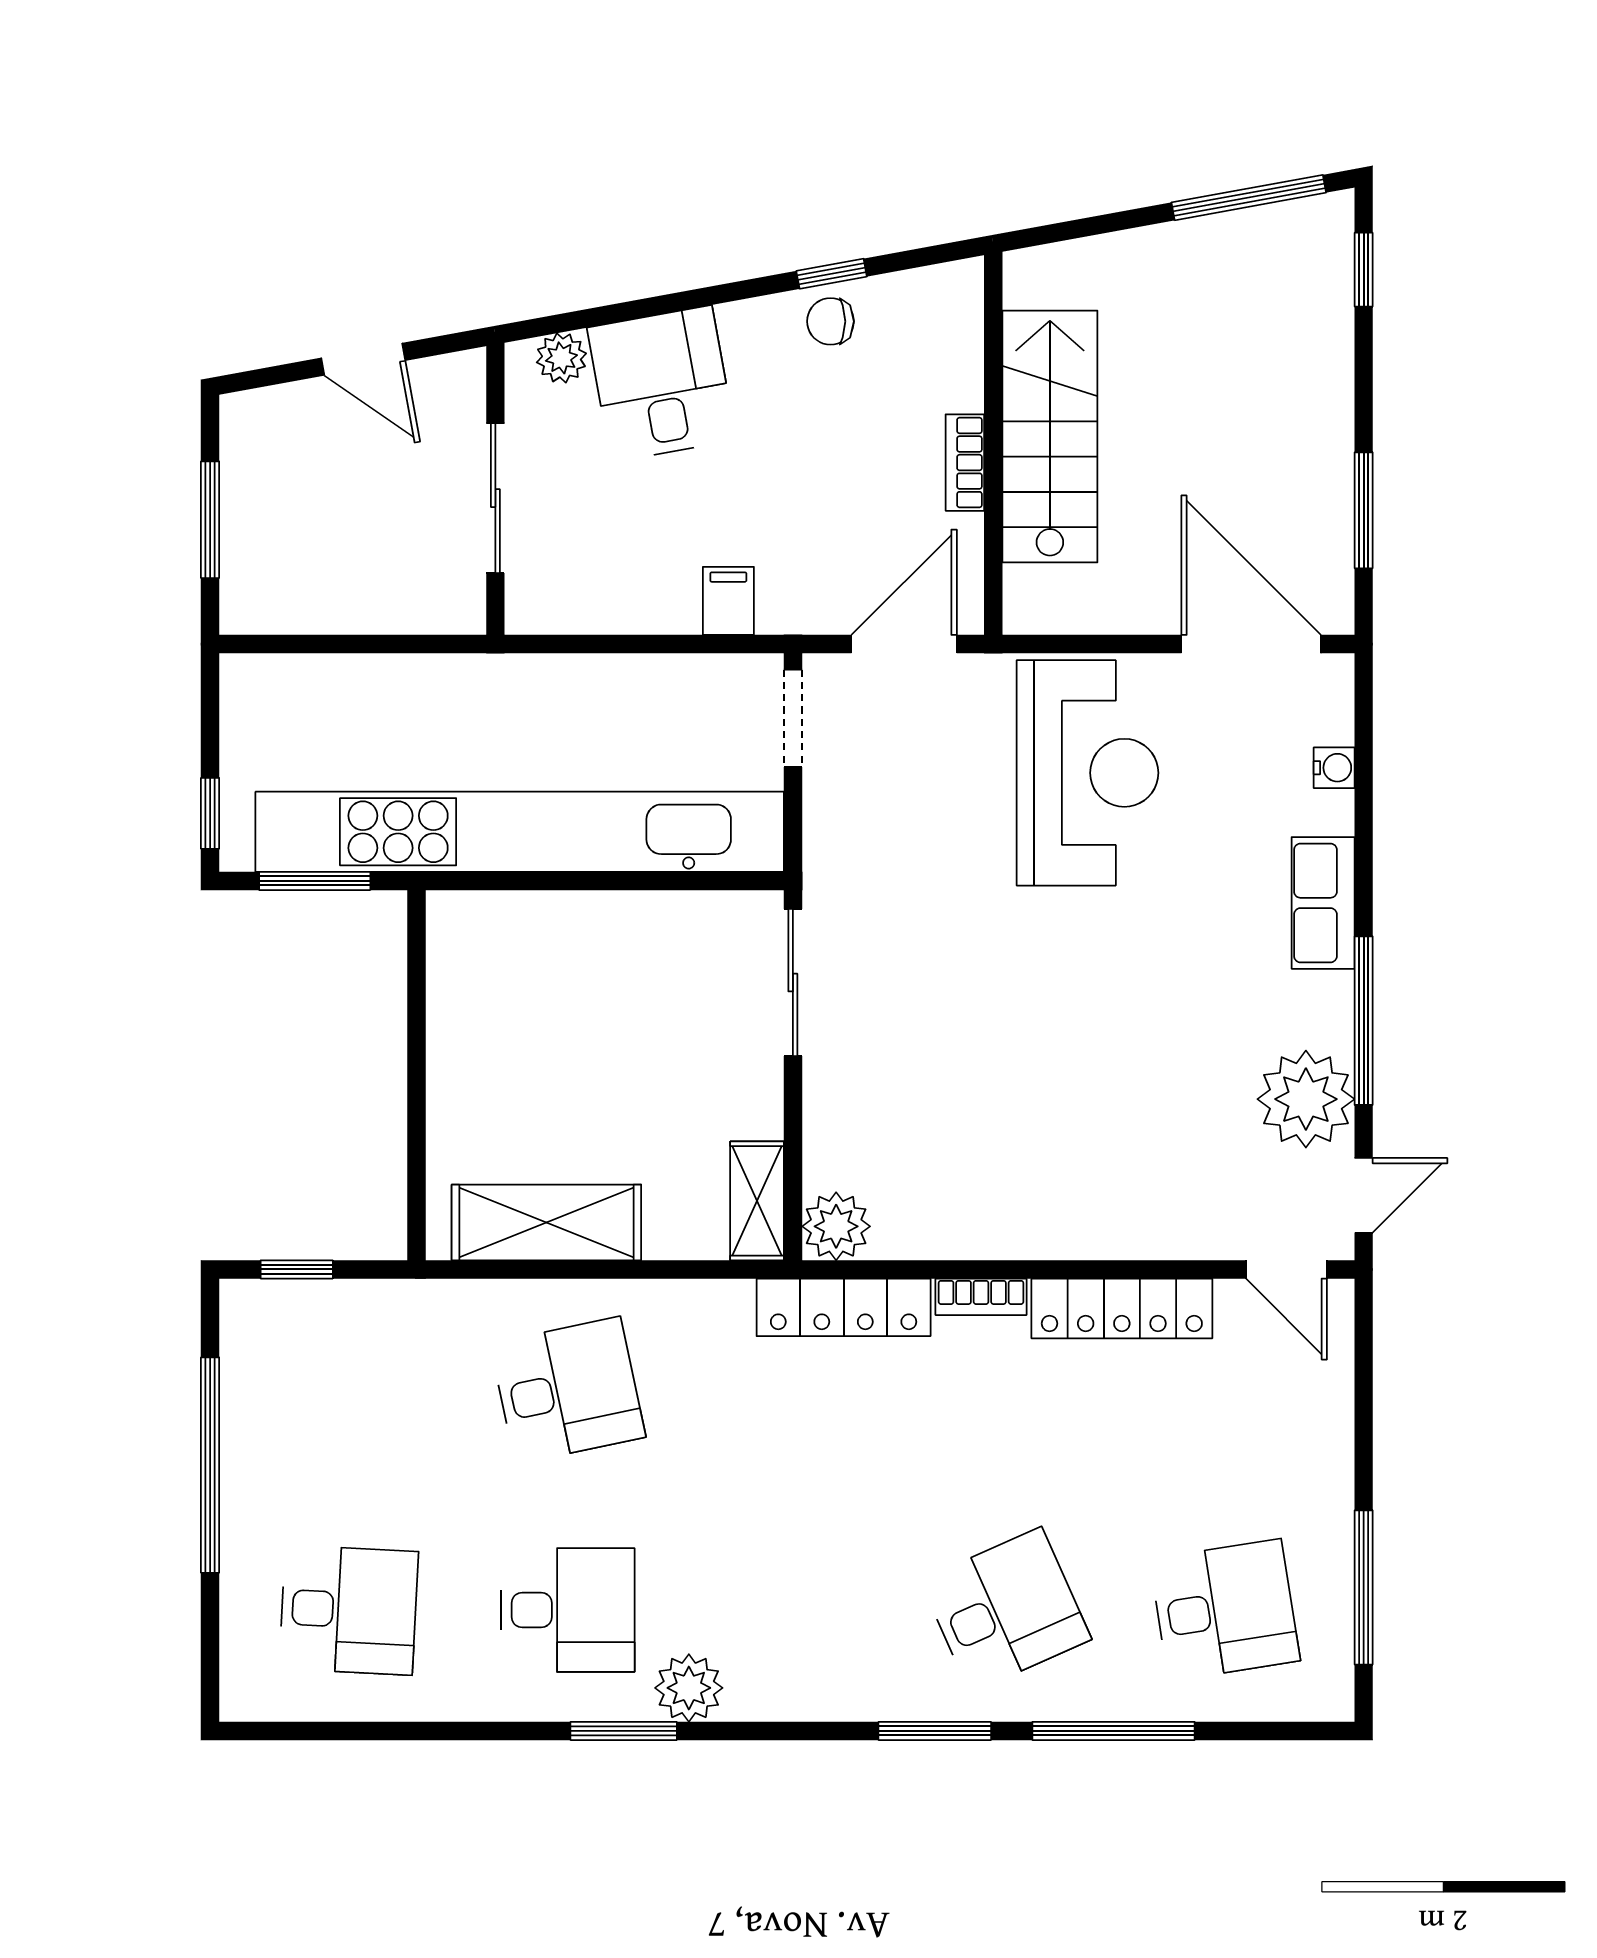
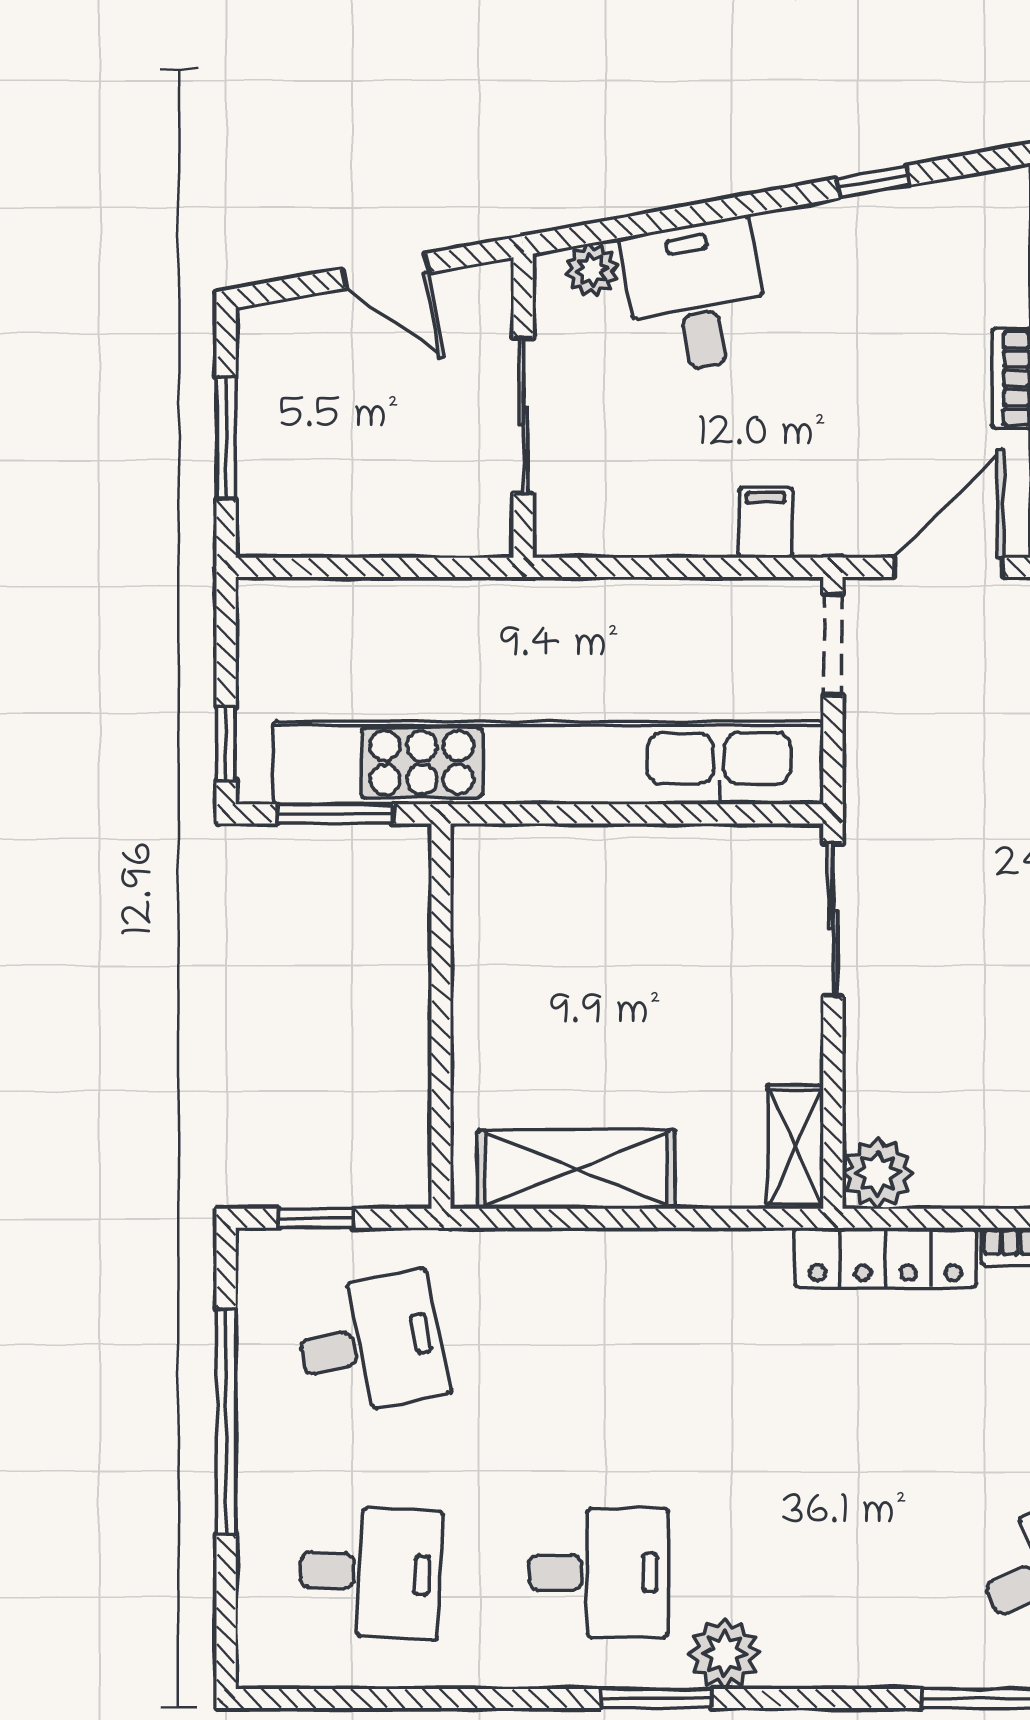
chair: (830, 321) -> (872, 231), removed
desk: (568, 1390) -> (371, 1344), moved

